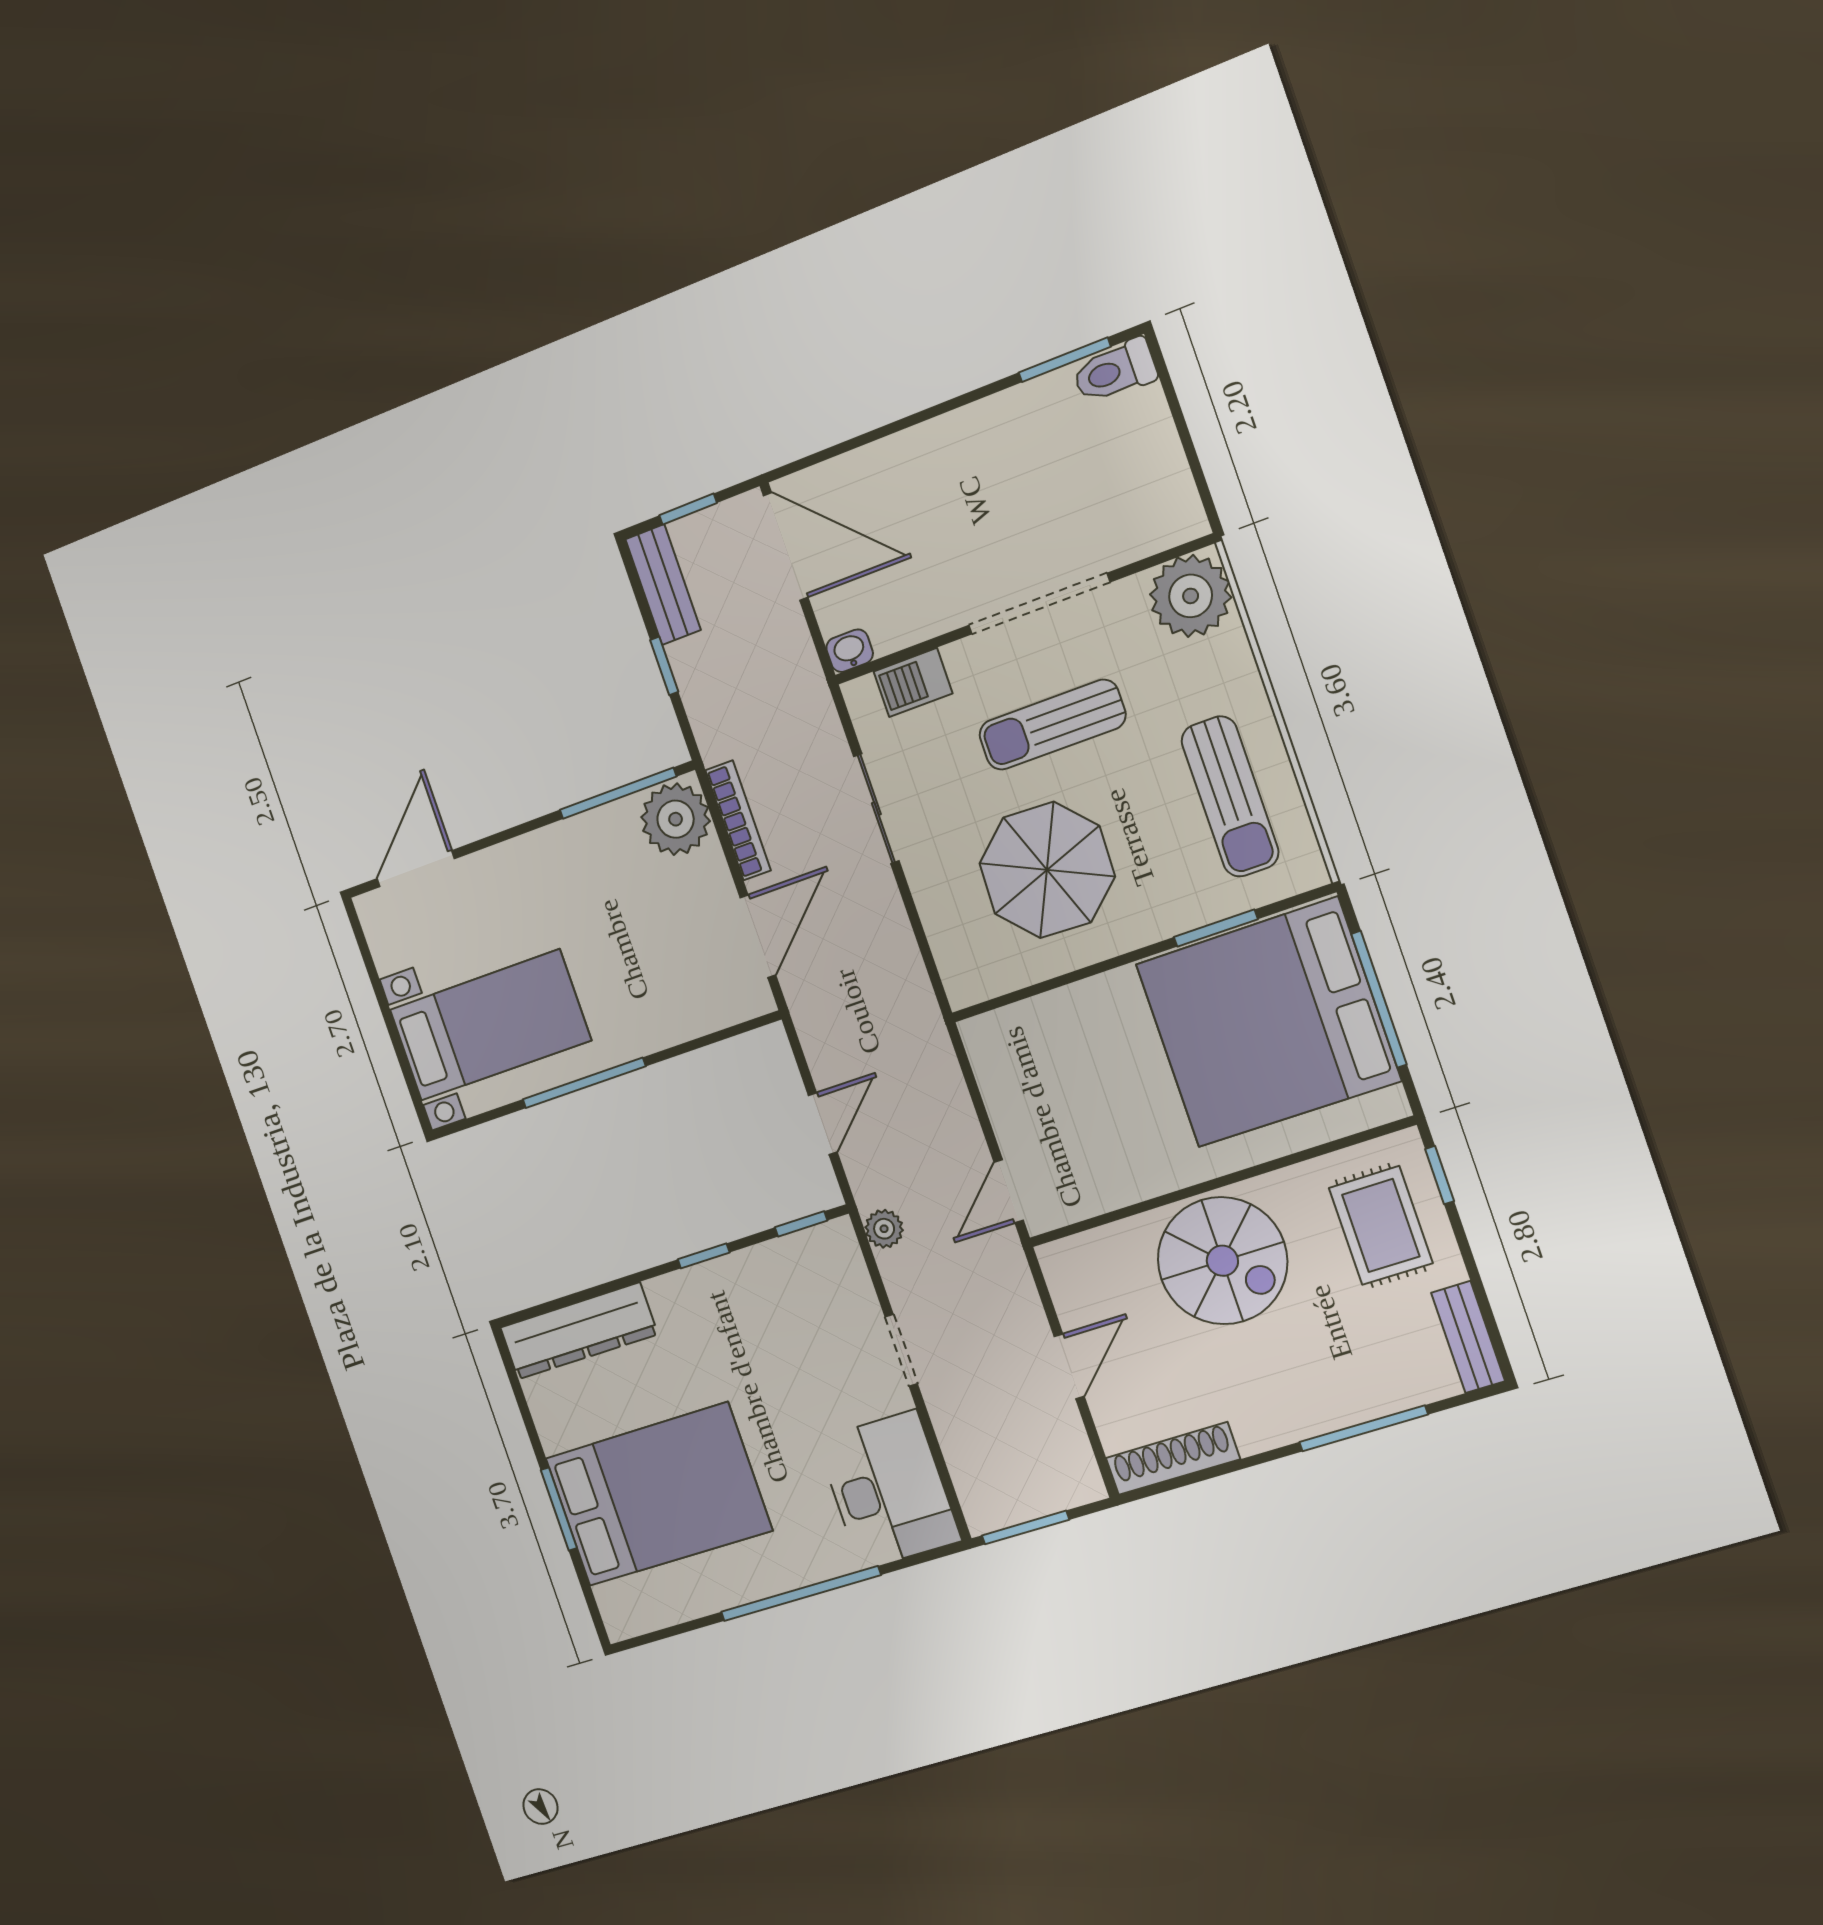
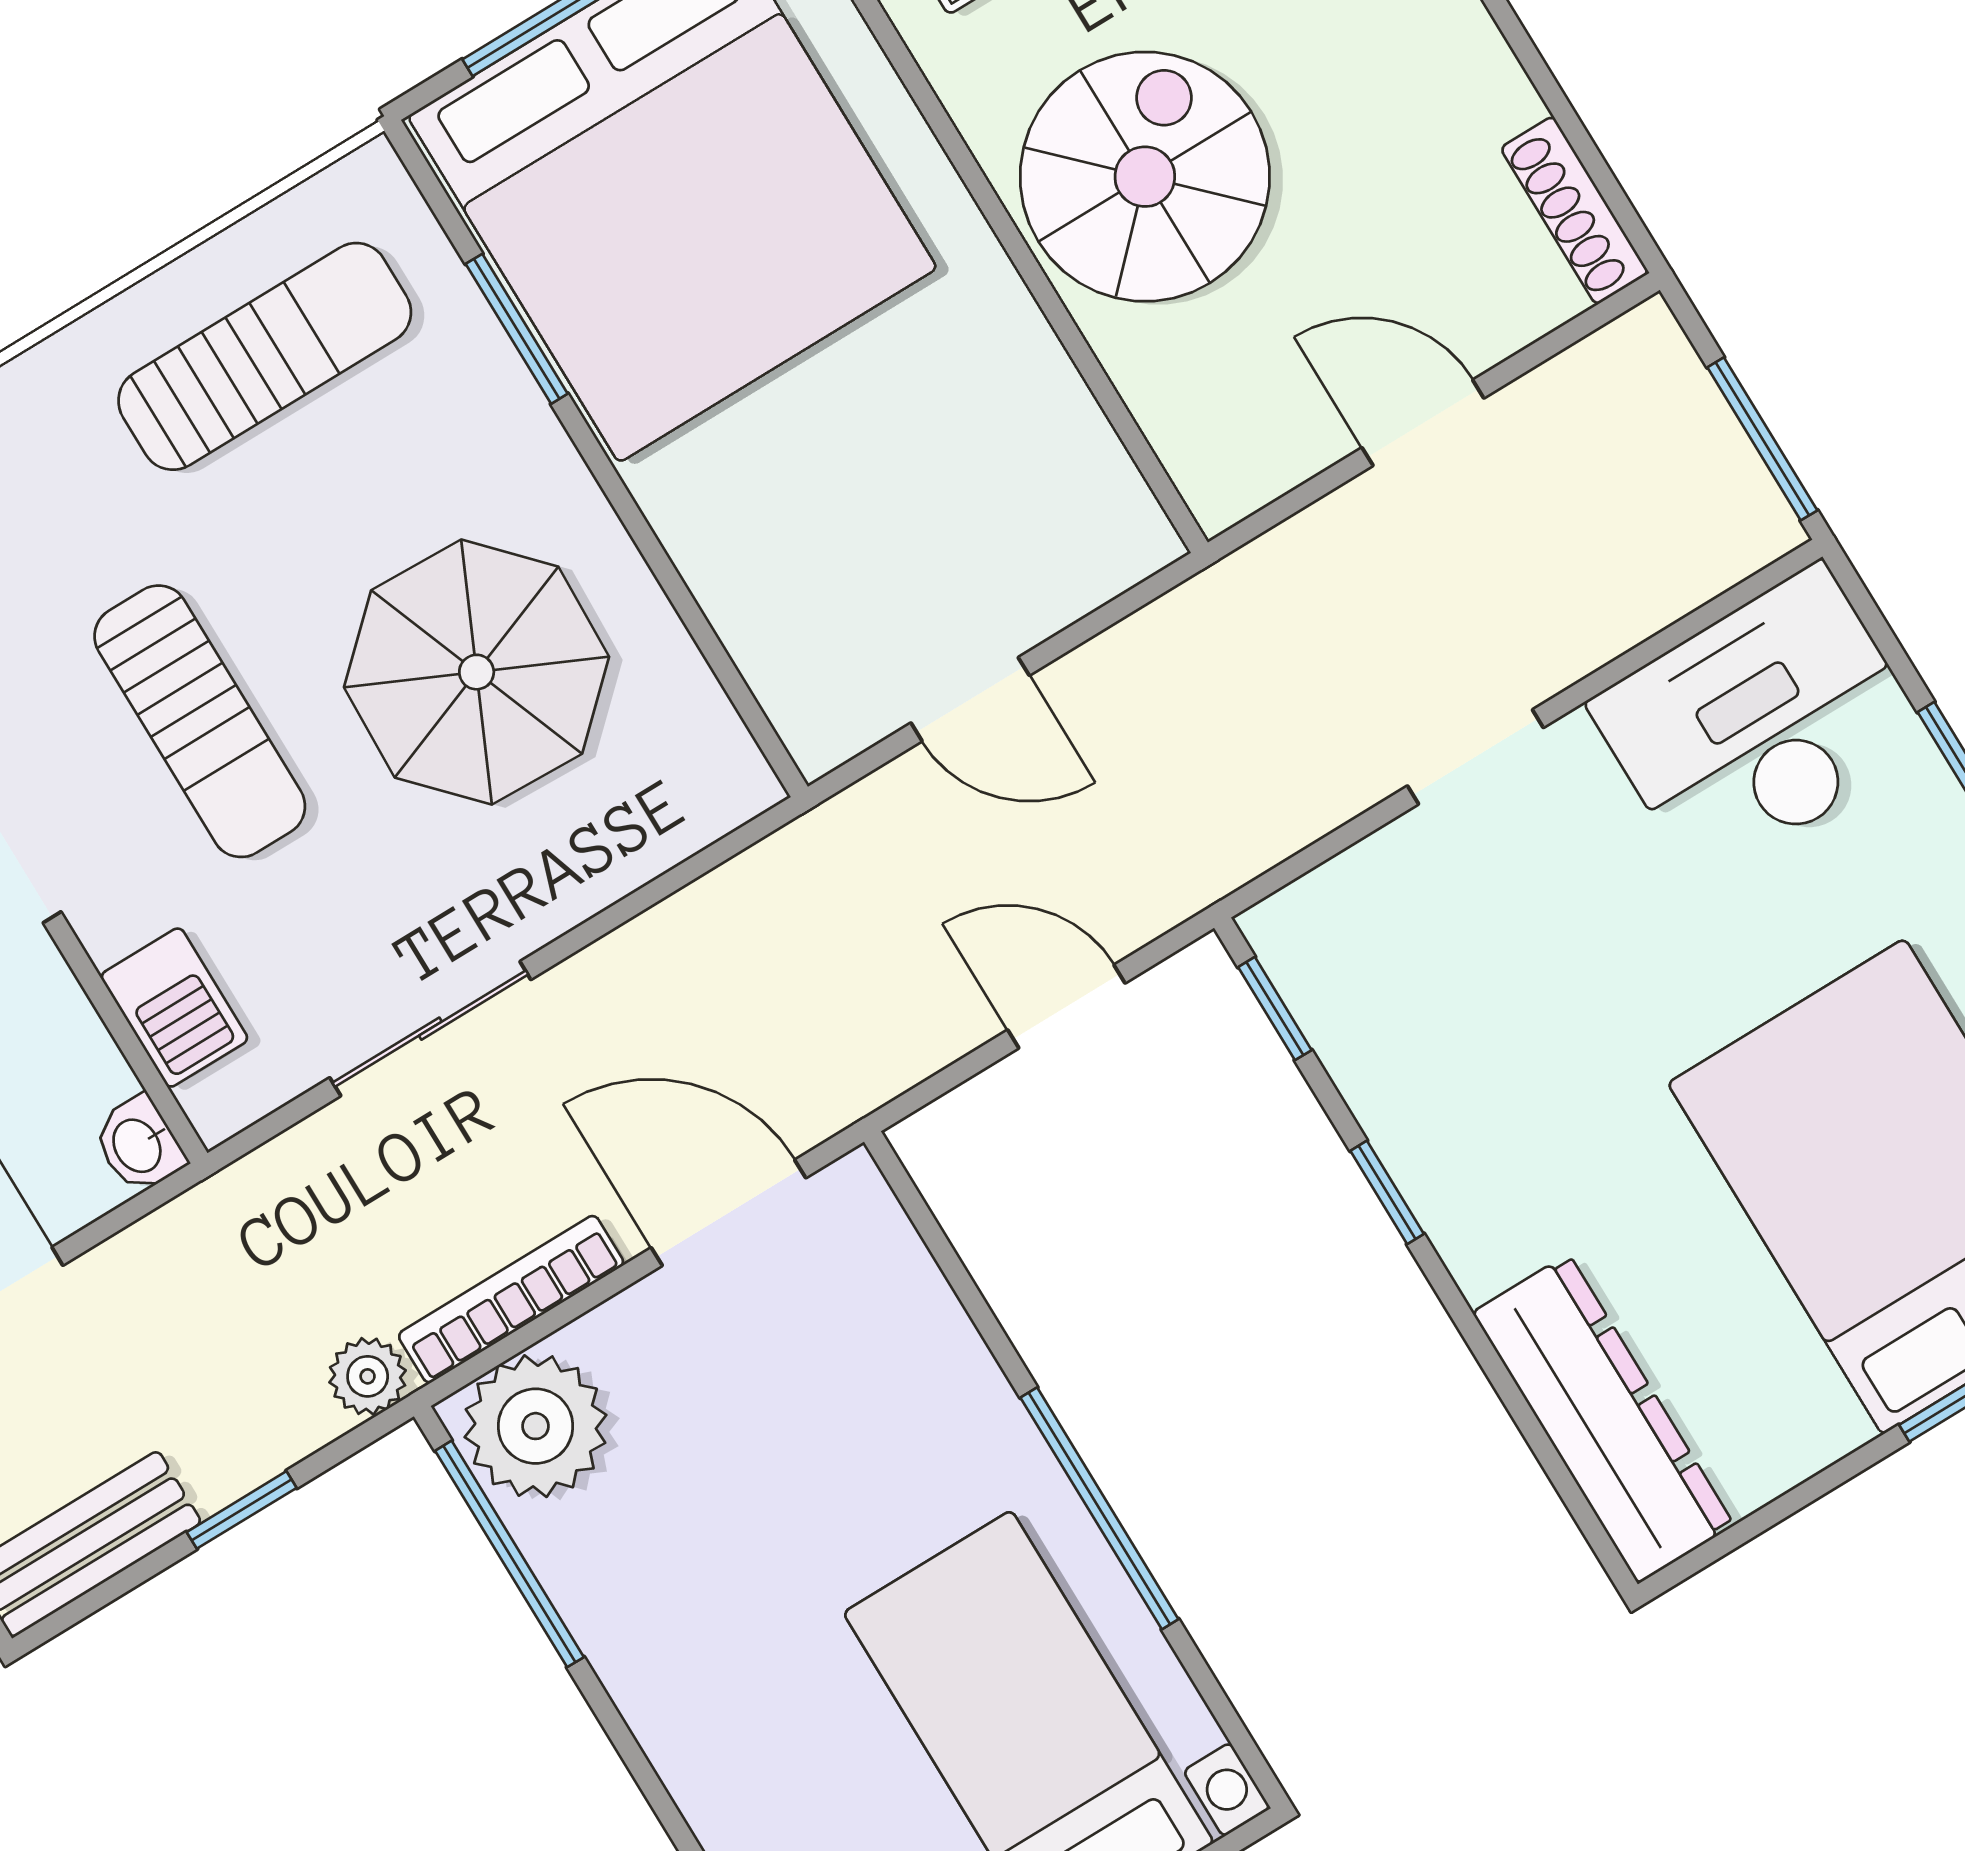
door: (1009, 1191) -> (970, 699), moved
plant: (884, 1229) -> (368, 1376), moved
shoe rack: (1173, 1459) -> (1575, 210), width x0.74, depth x0.81

